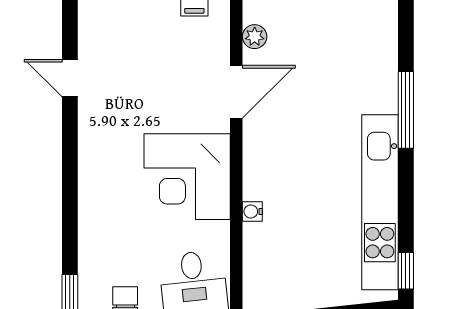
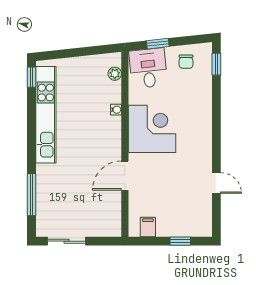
plant: (255, 37) -> (115, 74), moved
window: (406, 110) -> (32, 195), moved

